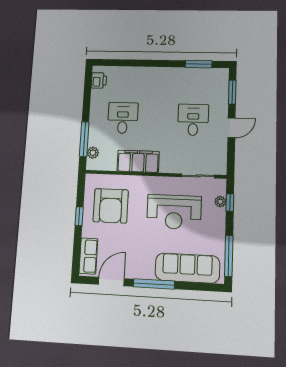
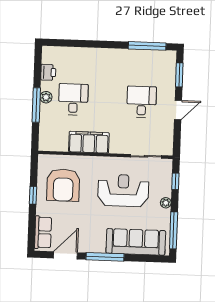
window: (199, 64) -> (147, 46), width x1.44
printer: (99, 80) -> (48, 72), moved
window: (84, 139) -> (36, 105), moved
plant: (93, 153) -> (46, 97), moved
plant: (220, 202) -> (166, 203), moved
reception desk: (174, 212) -> (123, 190), turned 180

